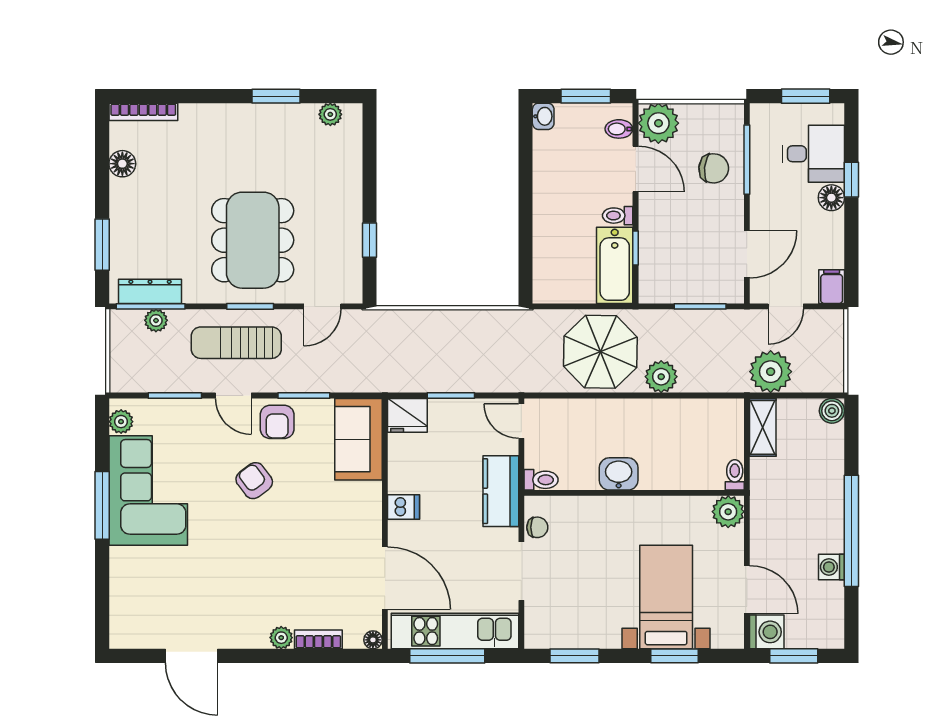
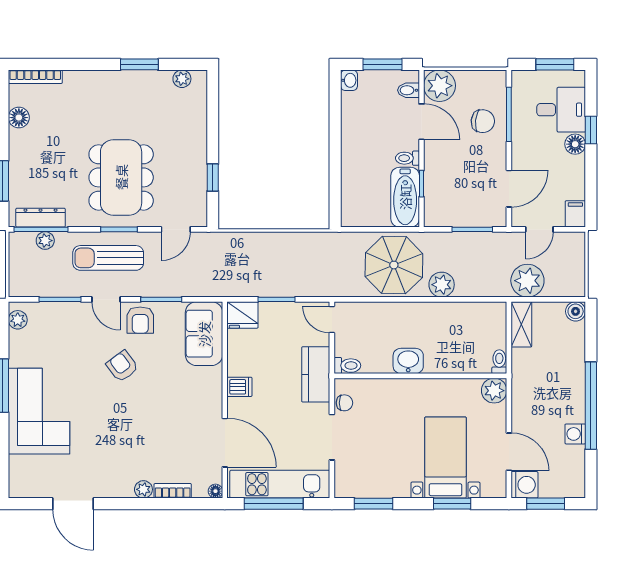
corner sofa: (148, 490) -> (39, 411), moved

